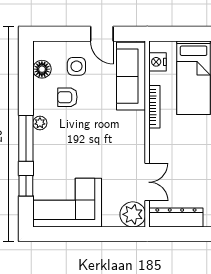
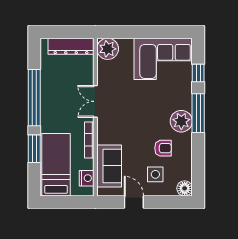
floor lamp: (42, 69) -> (185, 188), moved
sofa: (131, 76) -> (109, 166), width x0.73
plant: (40, 123) -> (181, 121), width x1.88, depth x1.88
double door: (147, 182) -> (95, 101), moved

